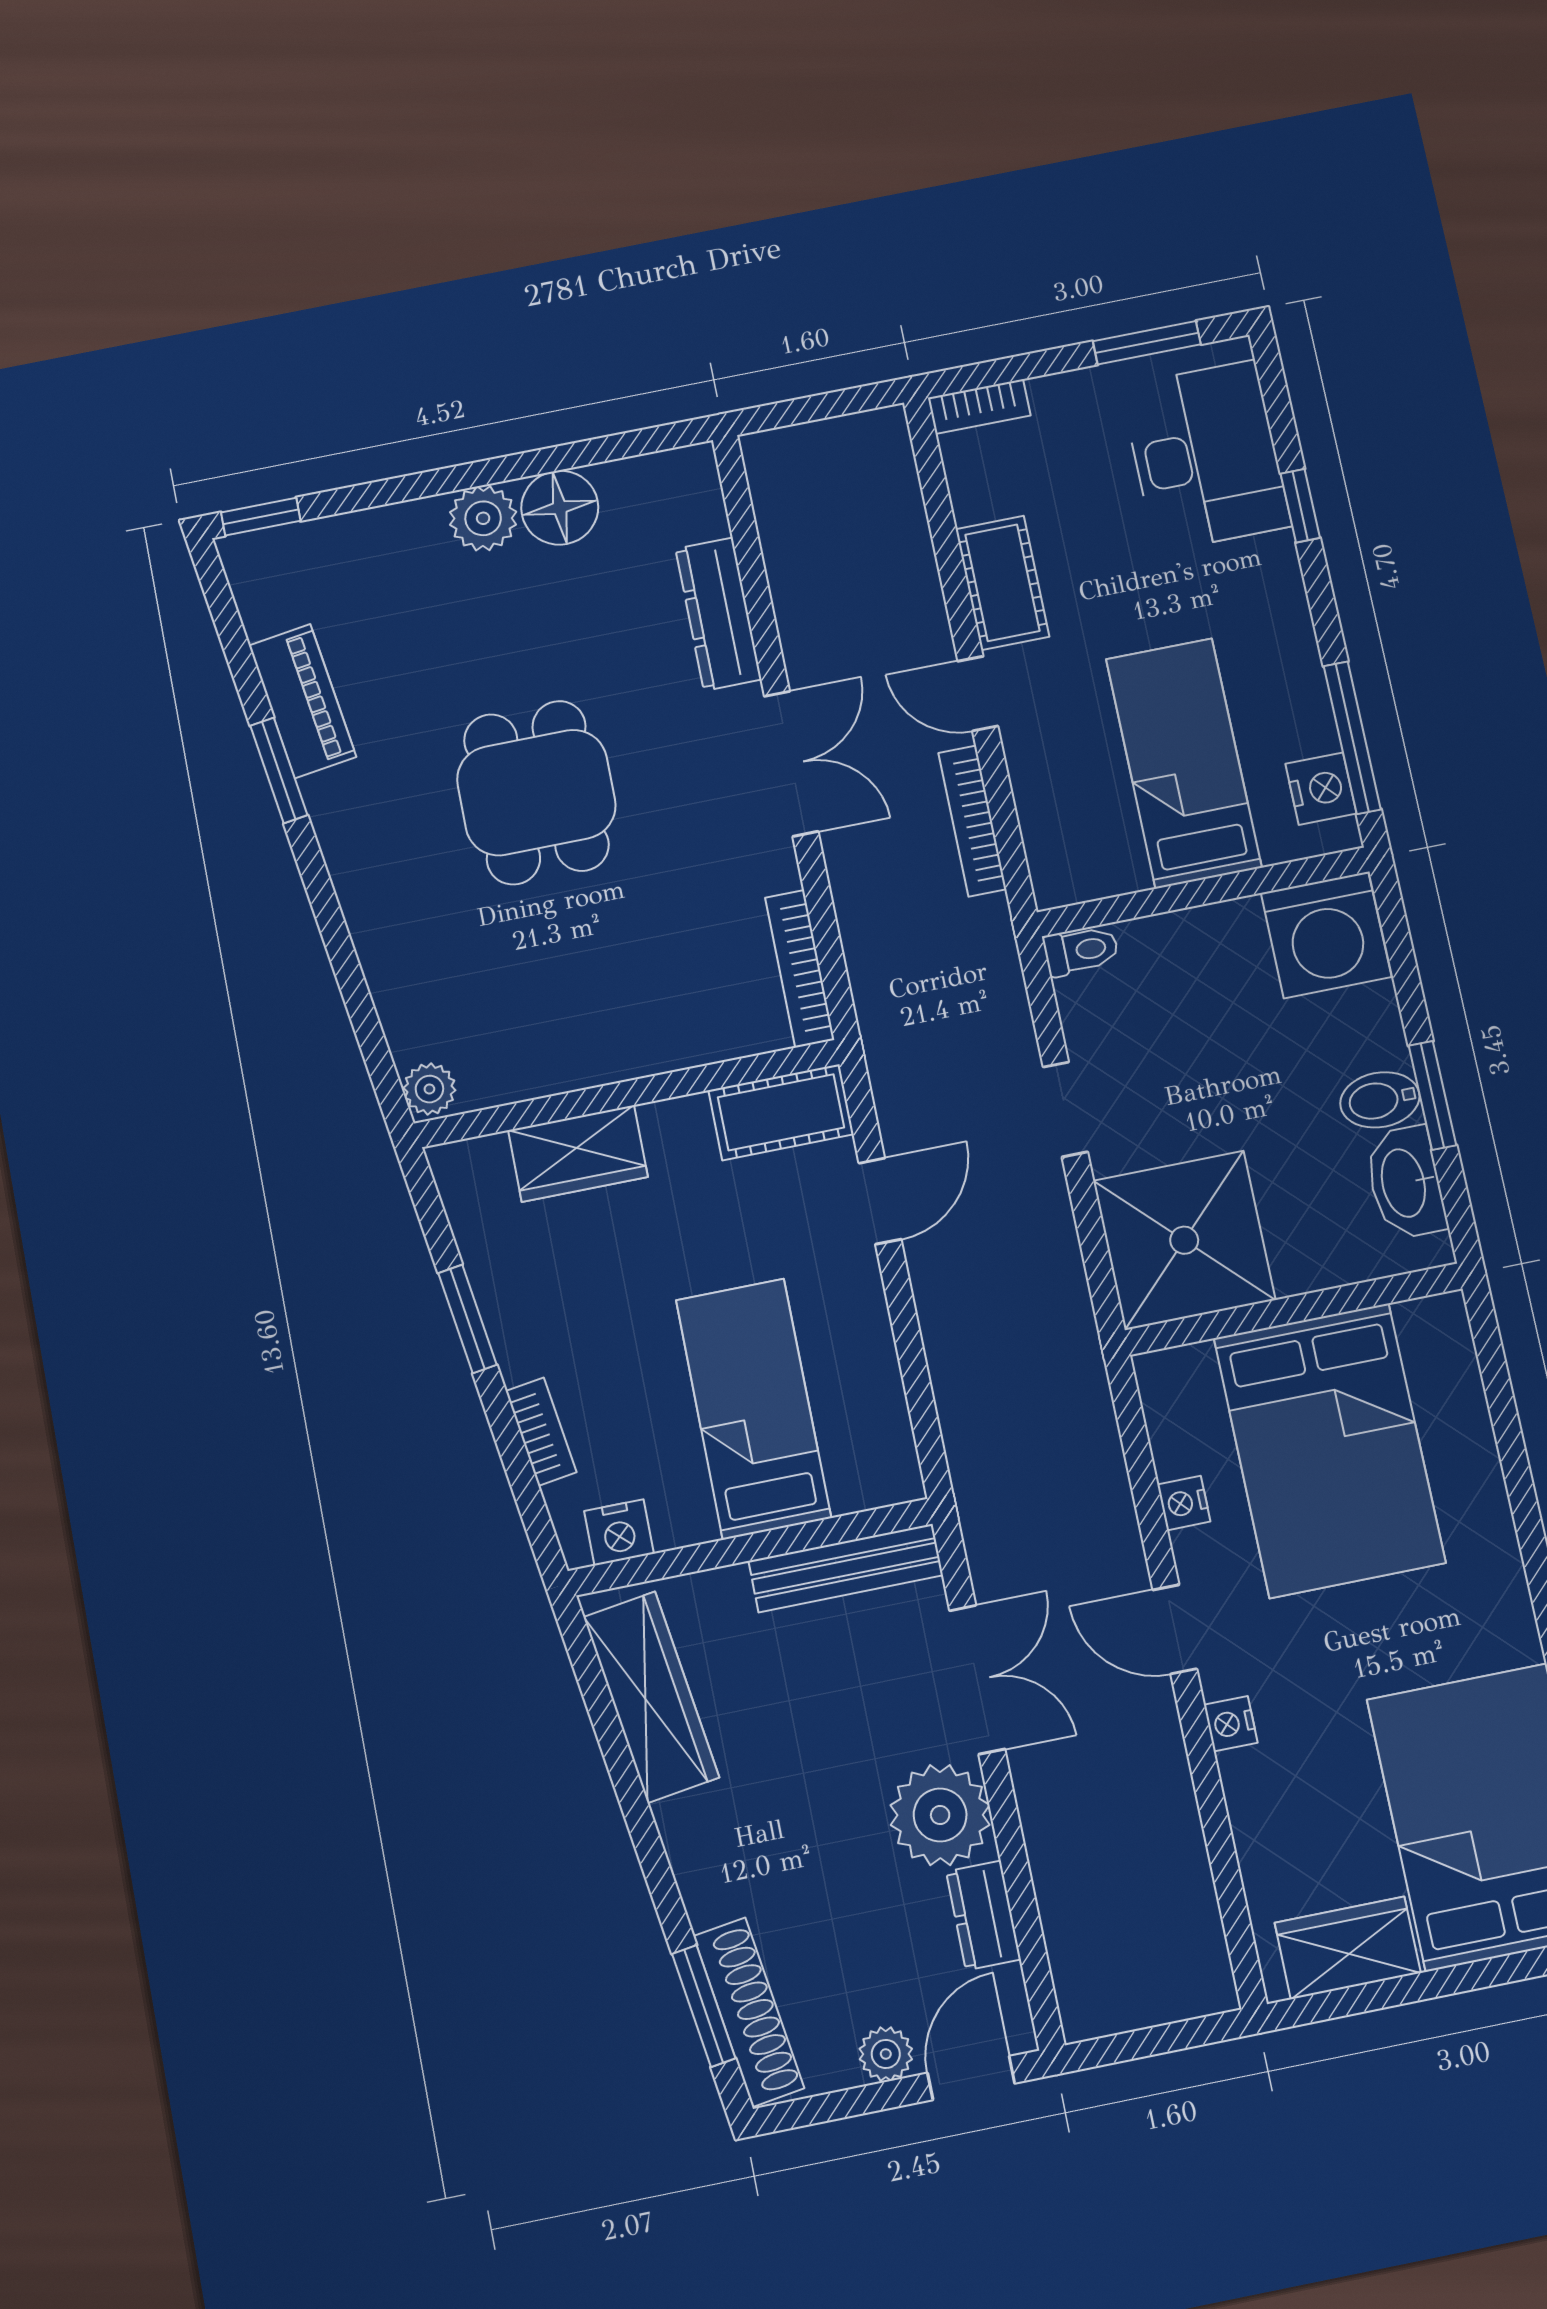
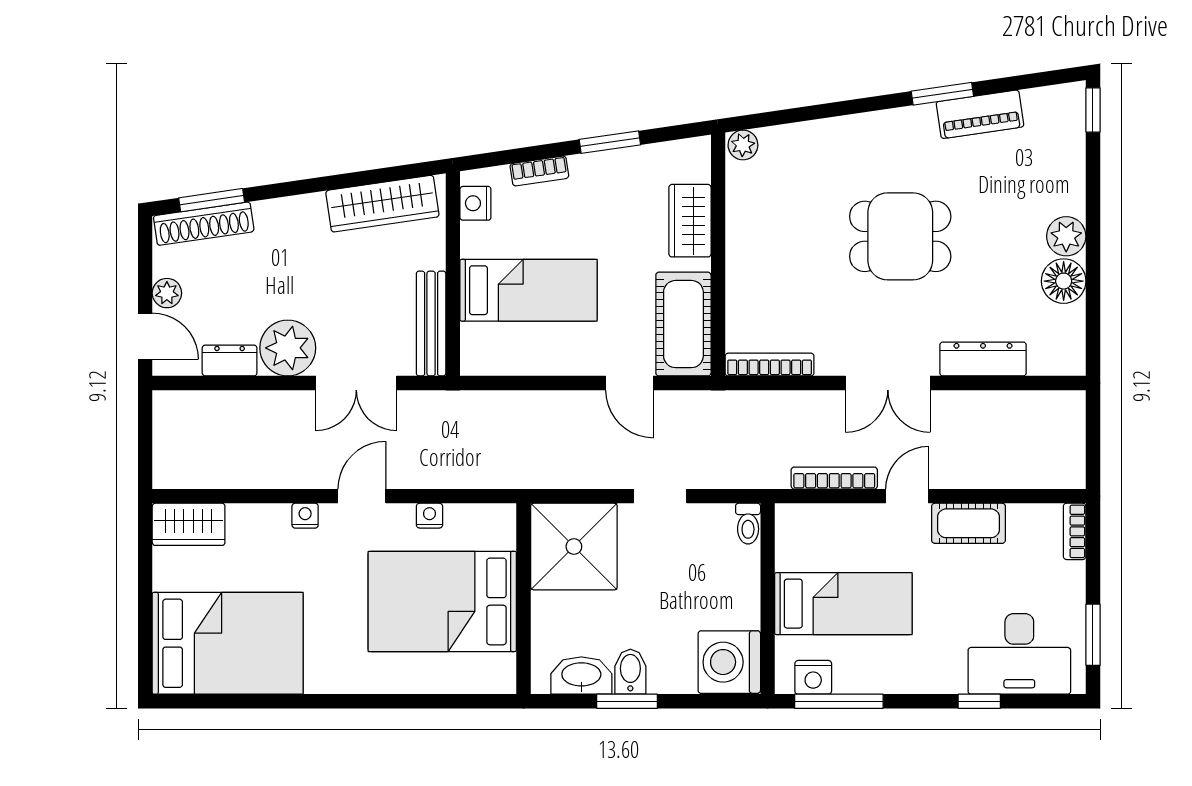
cot: (781, 1112) -> (683, 324), width x1.37, depth x1.34
wardrobe: (1348, 1948) -> (189, 524), moved, turned 90

